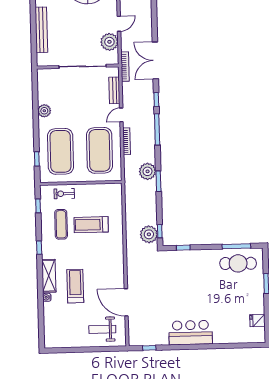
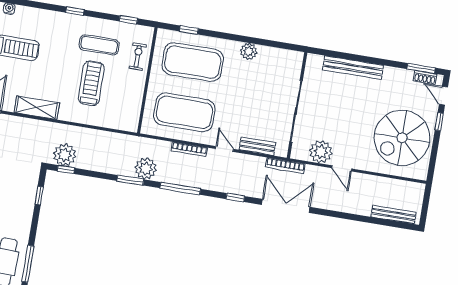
window: (157, 129) -> (180, 188), moved
shelving: (49, 276) -> (37, 108), moved

